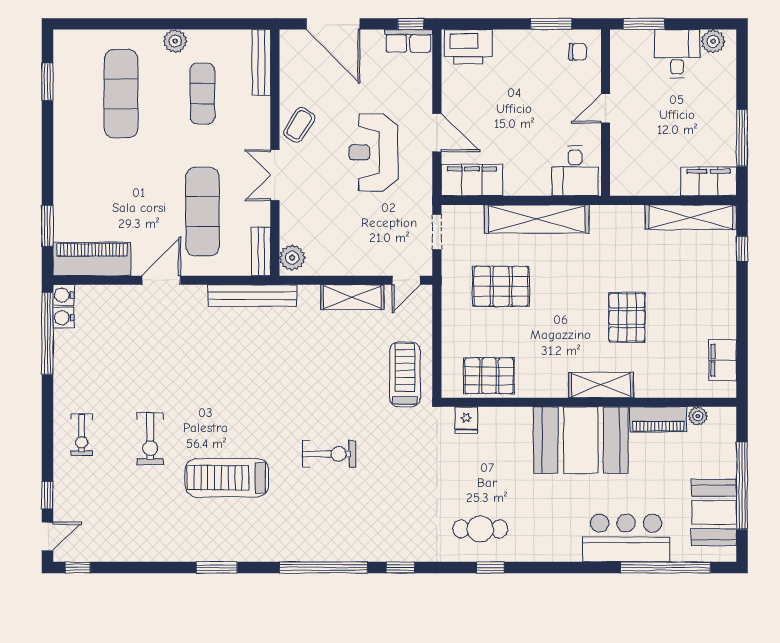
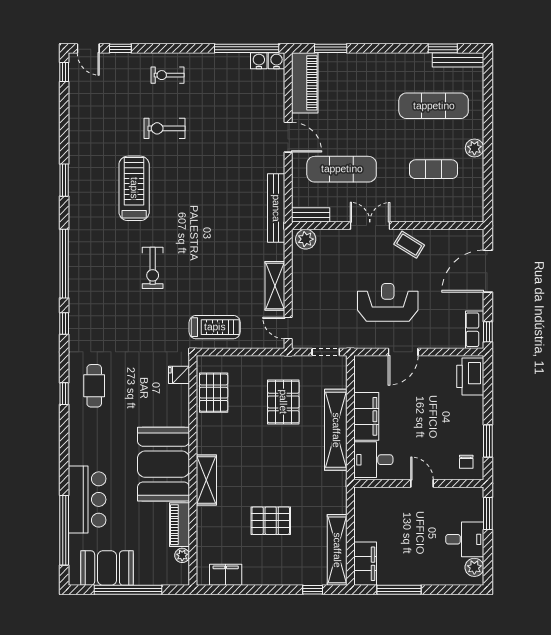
bench: (261, 62) -> (458, 60), moved
filing cabinet: (472, 180) -> (366, 416), moved
pallet: (627, 317) -> (271, 521), moved

